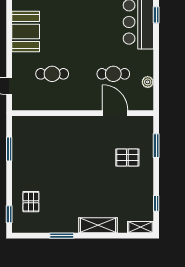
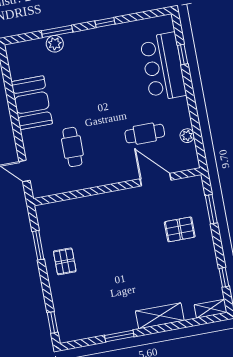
cafe table: (52, 74) -> (72, 147), turned 90
pallet: (31, 202) -> (65, 261), moved

